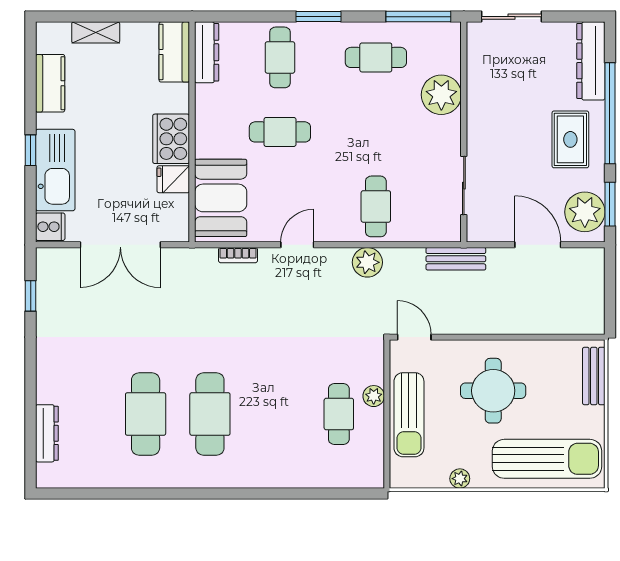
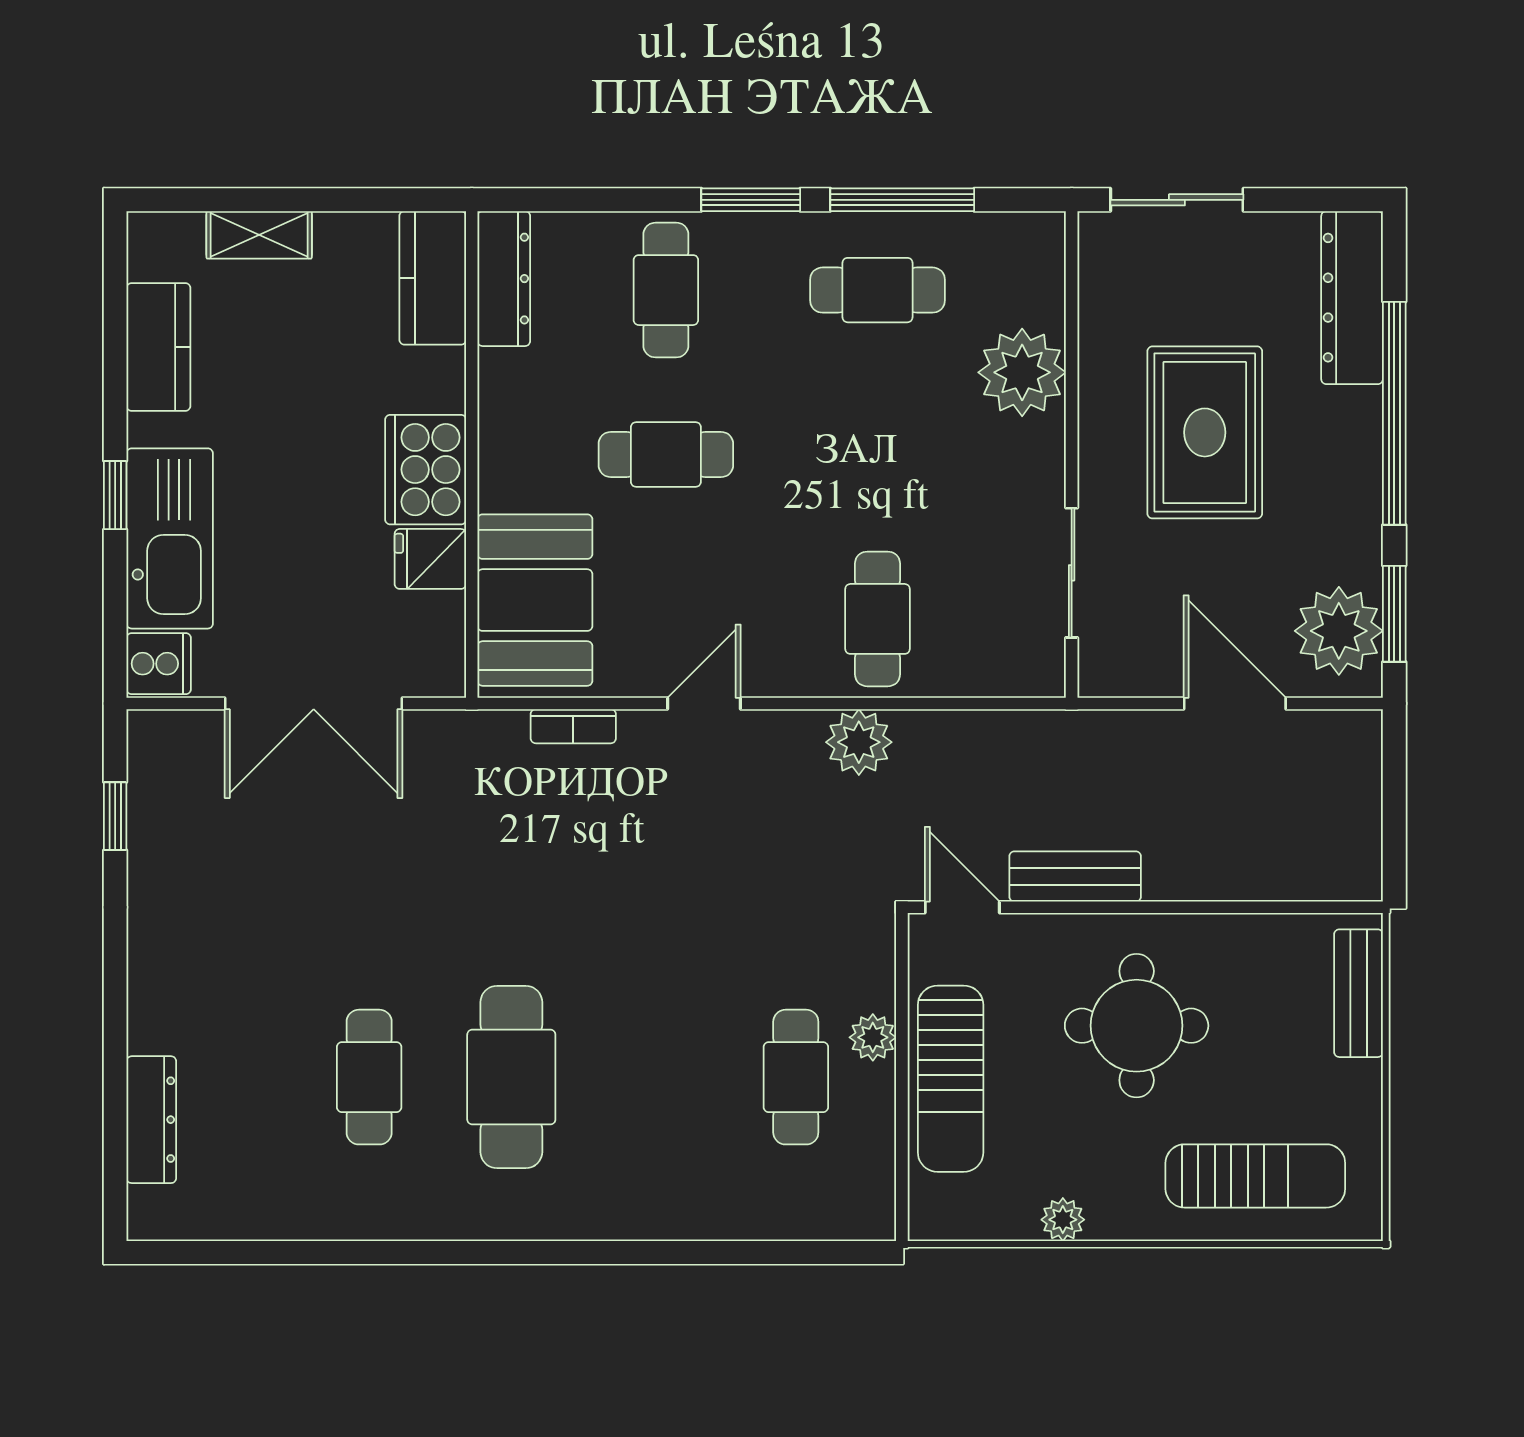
window: (418, 17) -> (902, 200), moved
rug: (570, 139) -> (1205, 432), moved, width x1.36, depth x1.43
bench: (456, 259) -> (1075, 876), moved
cafe table: (146, 414) -> (369, 1077), width x0.73, depth x0.74
sun lounger: (547, 459) -> (1255, 1176), width x0.73, depth x0.75

